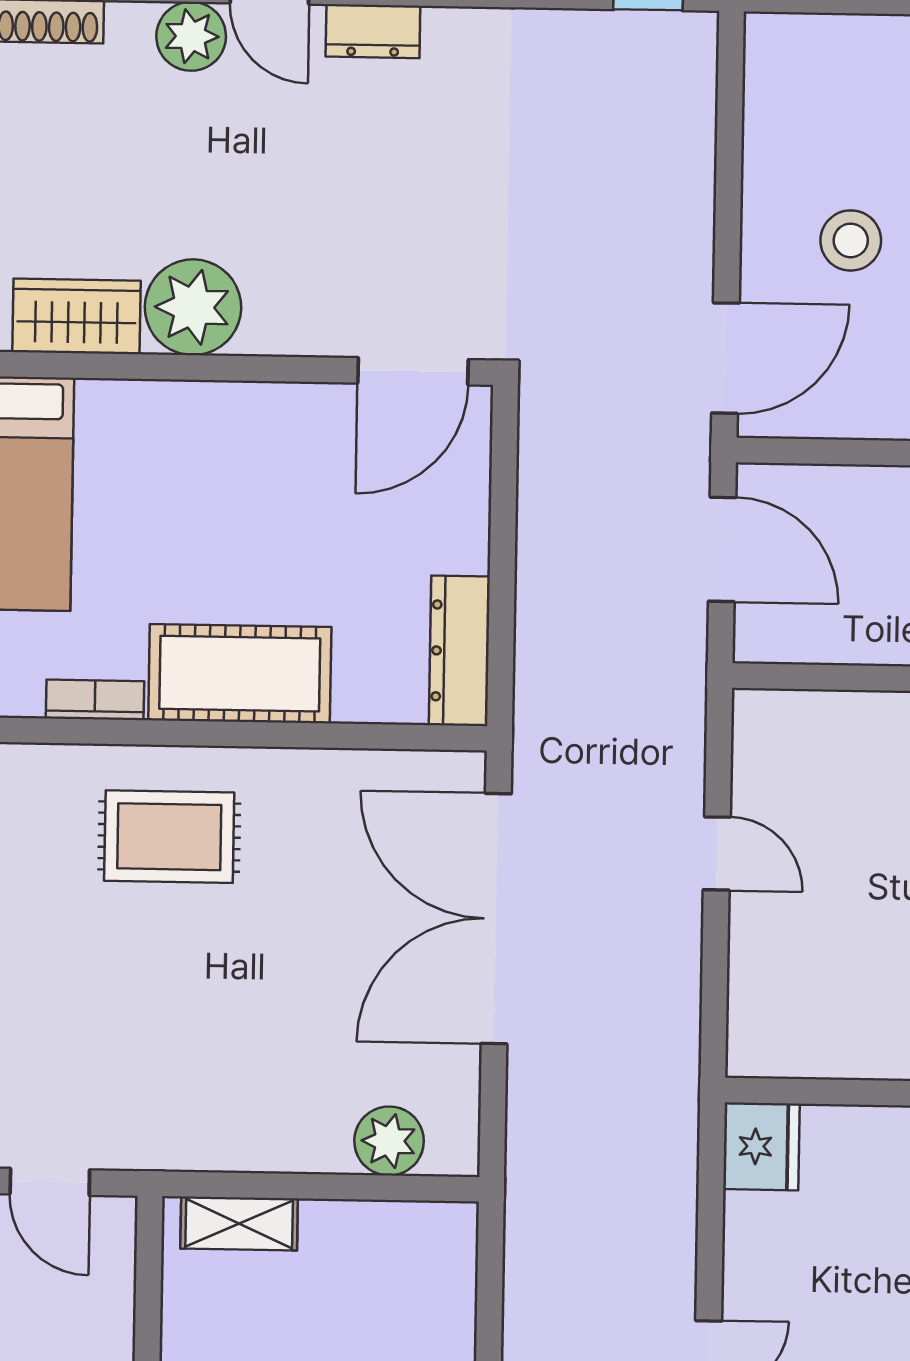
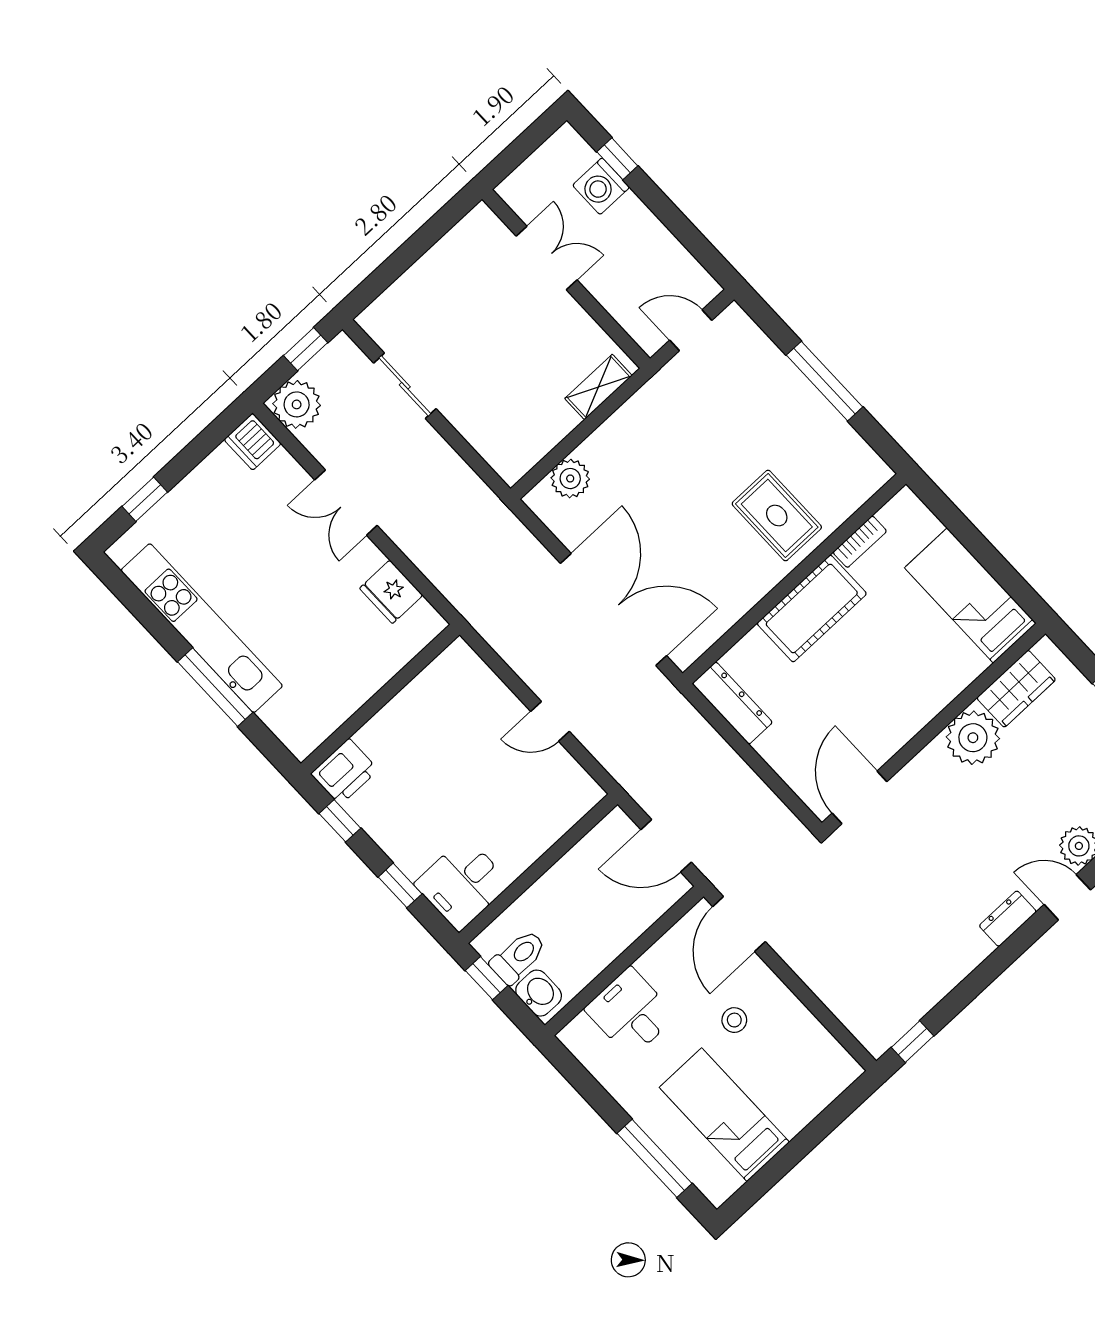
stool: (851, 240) -> (734, 1020), width x0.73, depth x0.73
rug: (169, 837) -> (777, 515), turned 90
fridge: (761, 1146) -> (391, 592), moved

